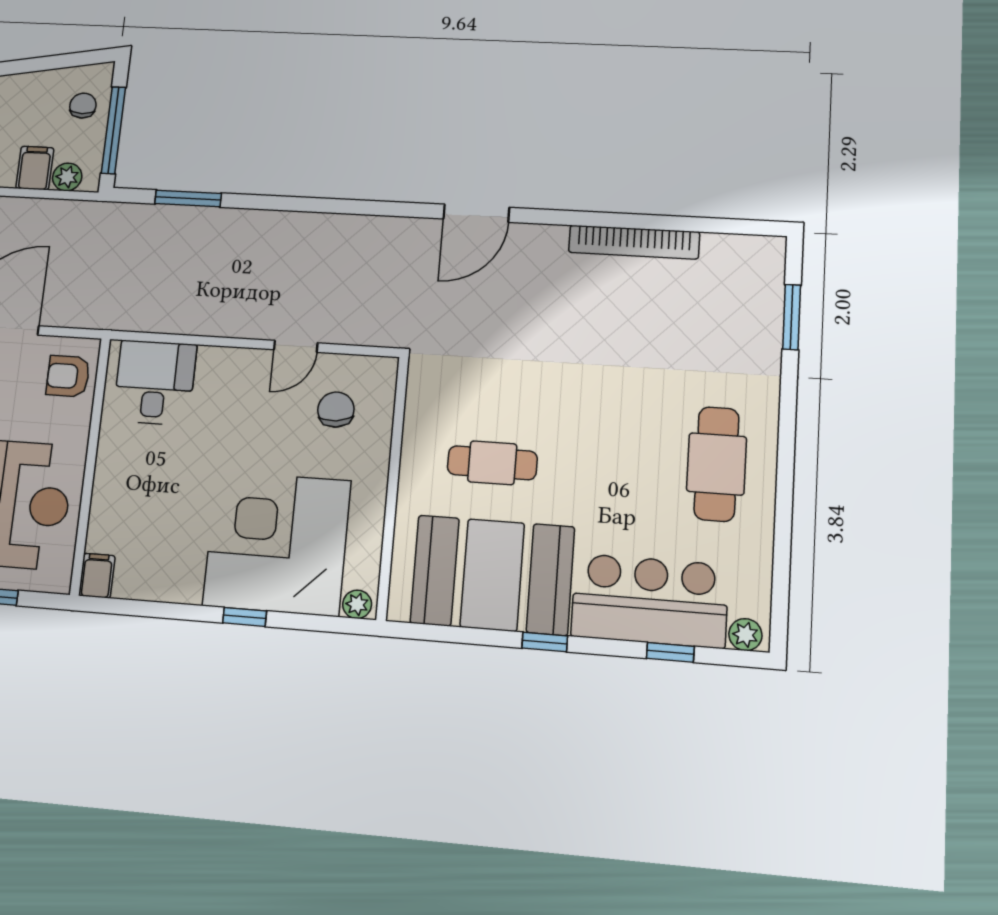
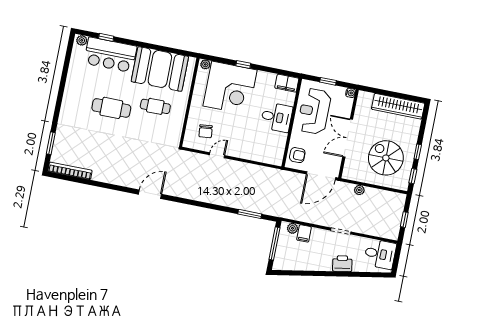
chair: (83, 106) -> (285, 255), removed
bookcase: (634, 242) -> (70, 171), moved
desk: (155, 382) -> (277, 117), moved, turned -90
cafe table: (717, 464) -> (111, 108), moved, turned 90
filing cabinet: (97, 576) -> (287, 83), width x2.00
window: (545, 642) -> (146, 45), removed

